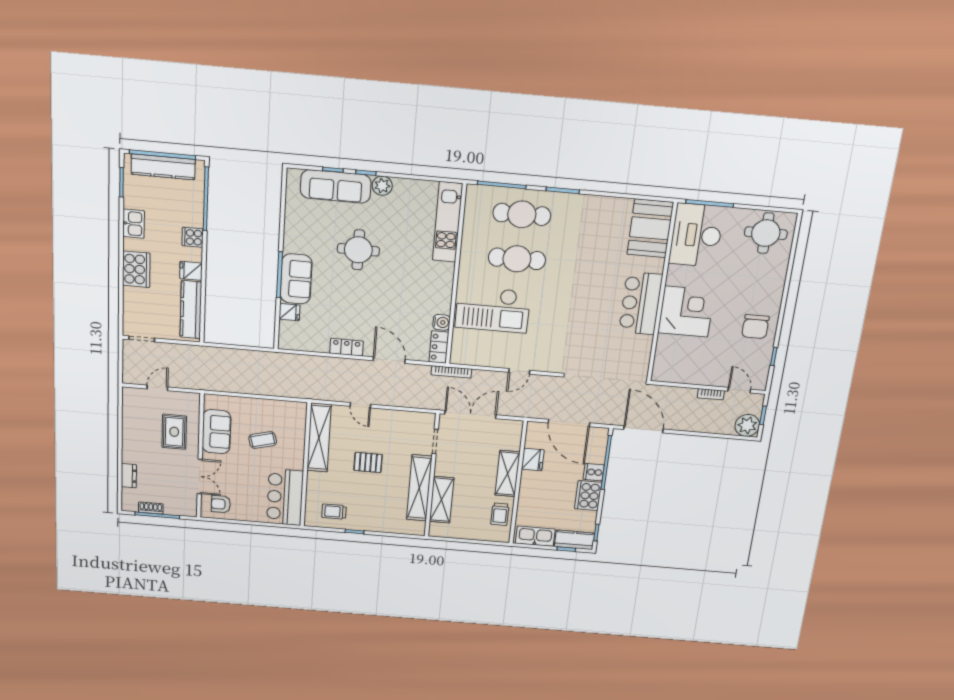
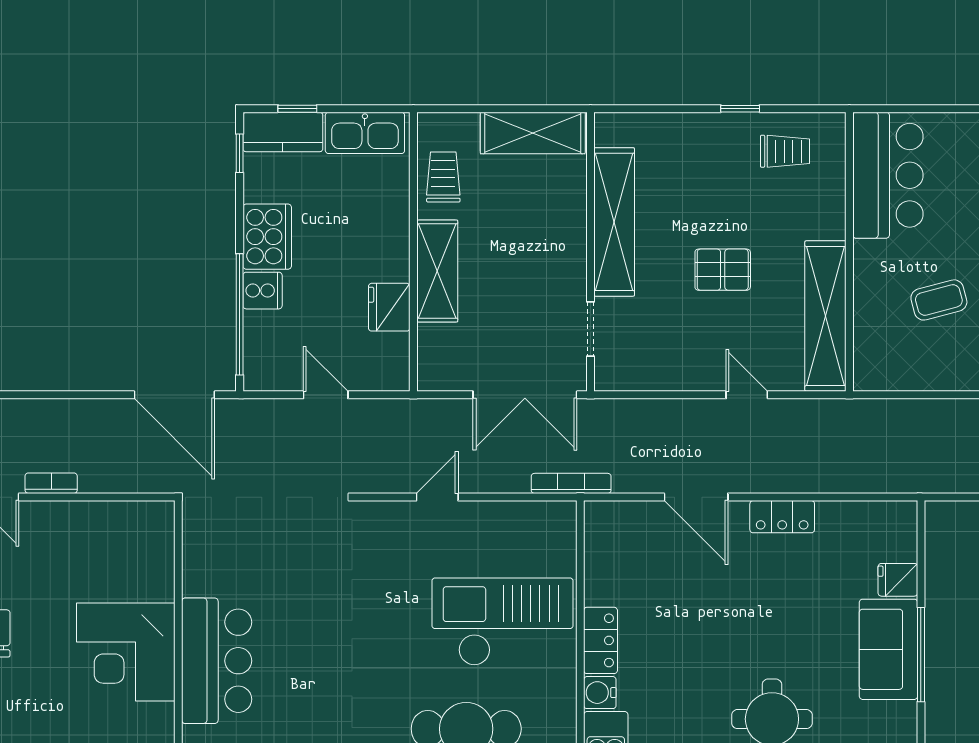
water cooler: (441, 322) -> (600, 693), moved
locker: (439, 347) -> (601, 640), moved
door: (569, 423) -> (326, 395), width x0.53
shelving: (442, 500) -> (533, 133), moved, turned 90

